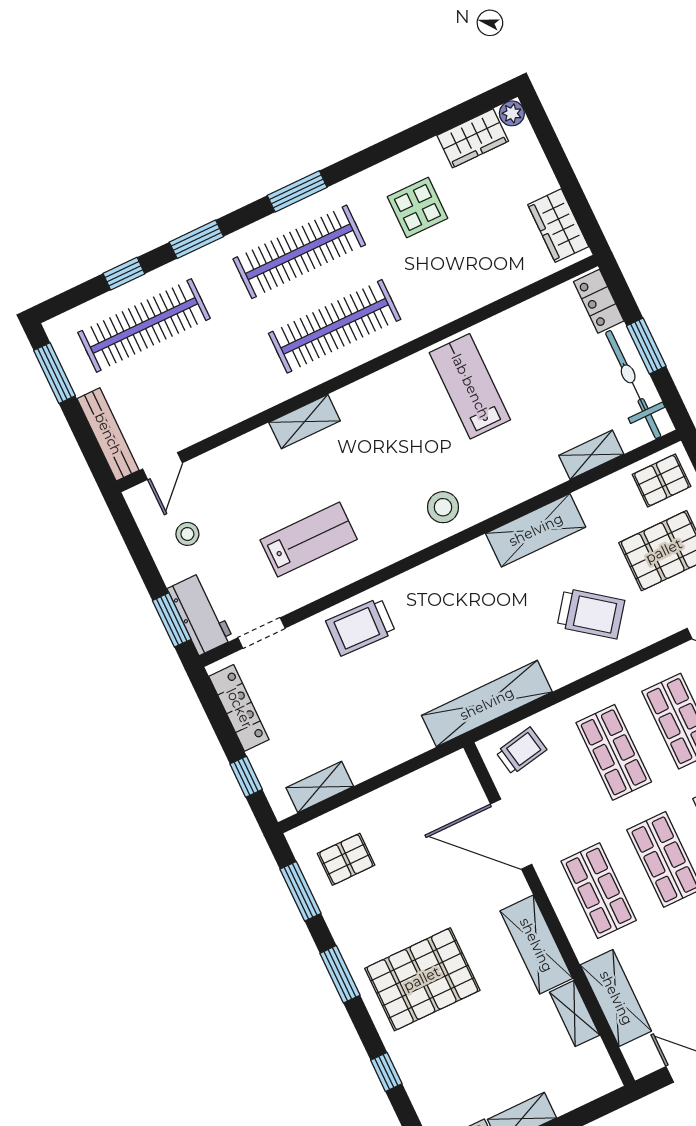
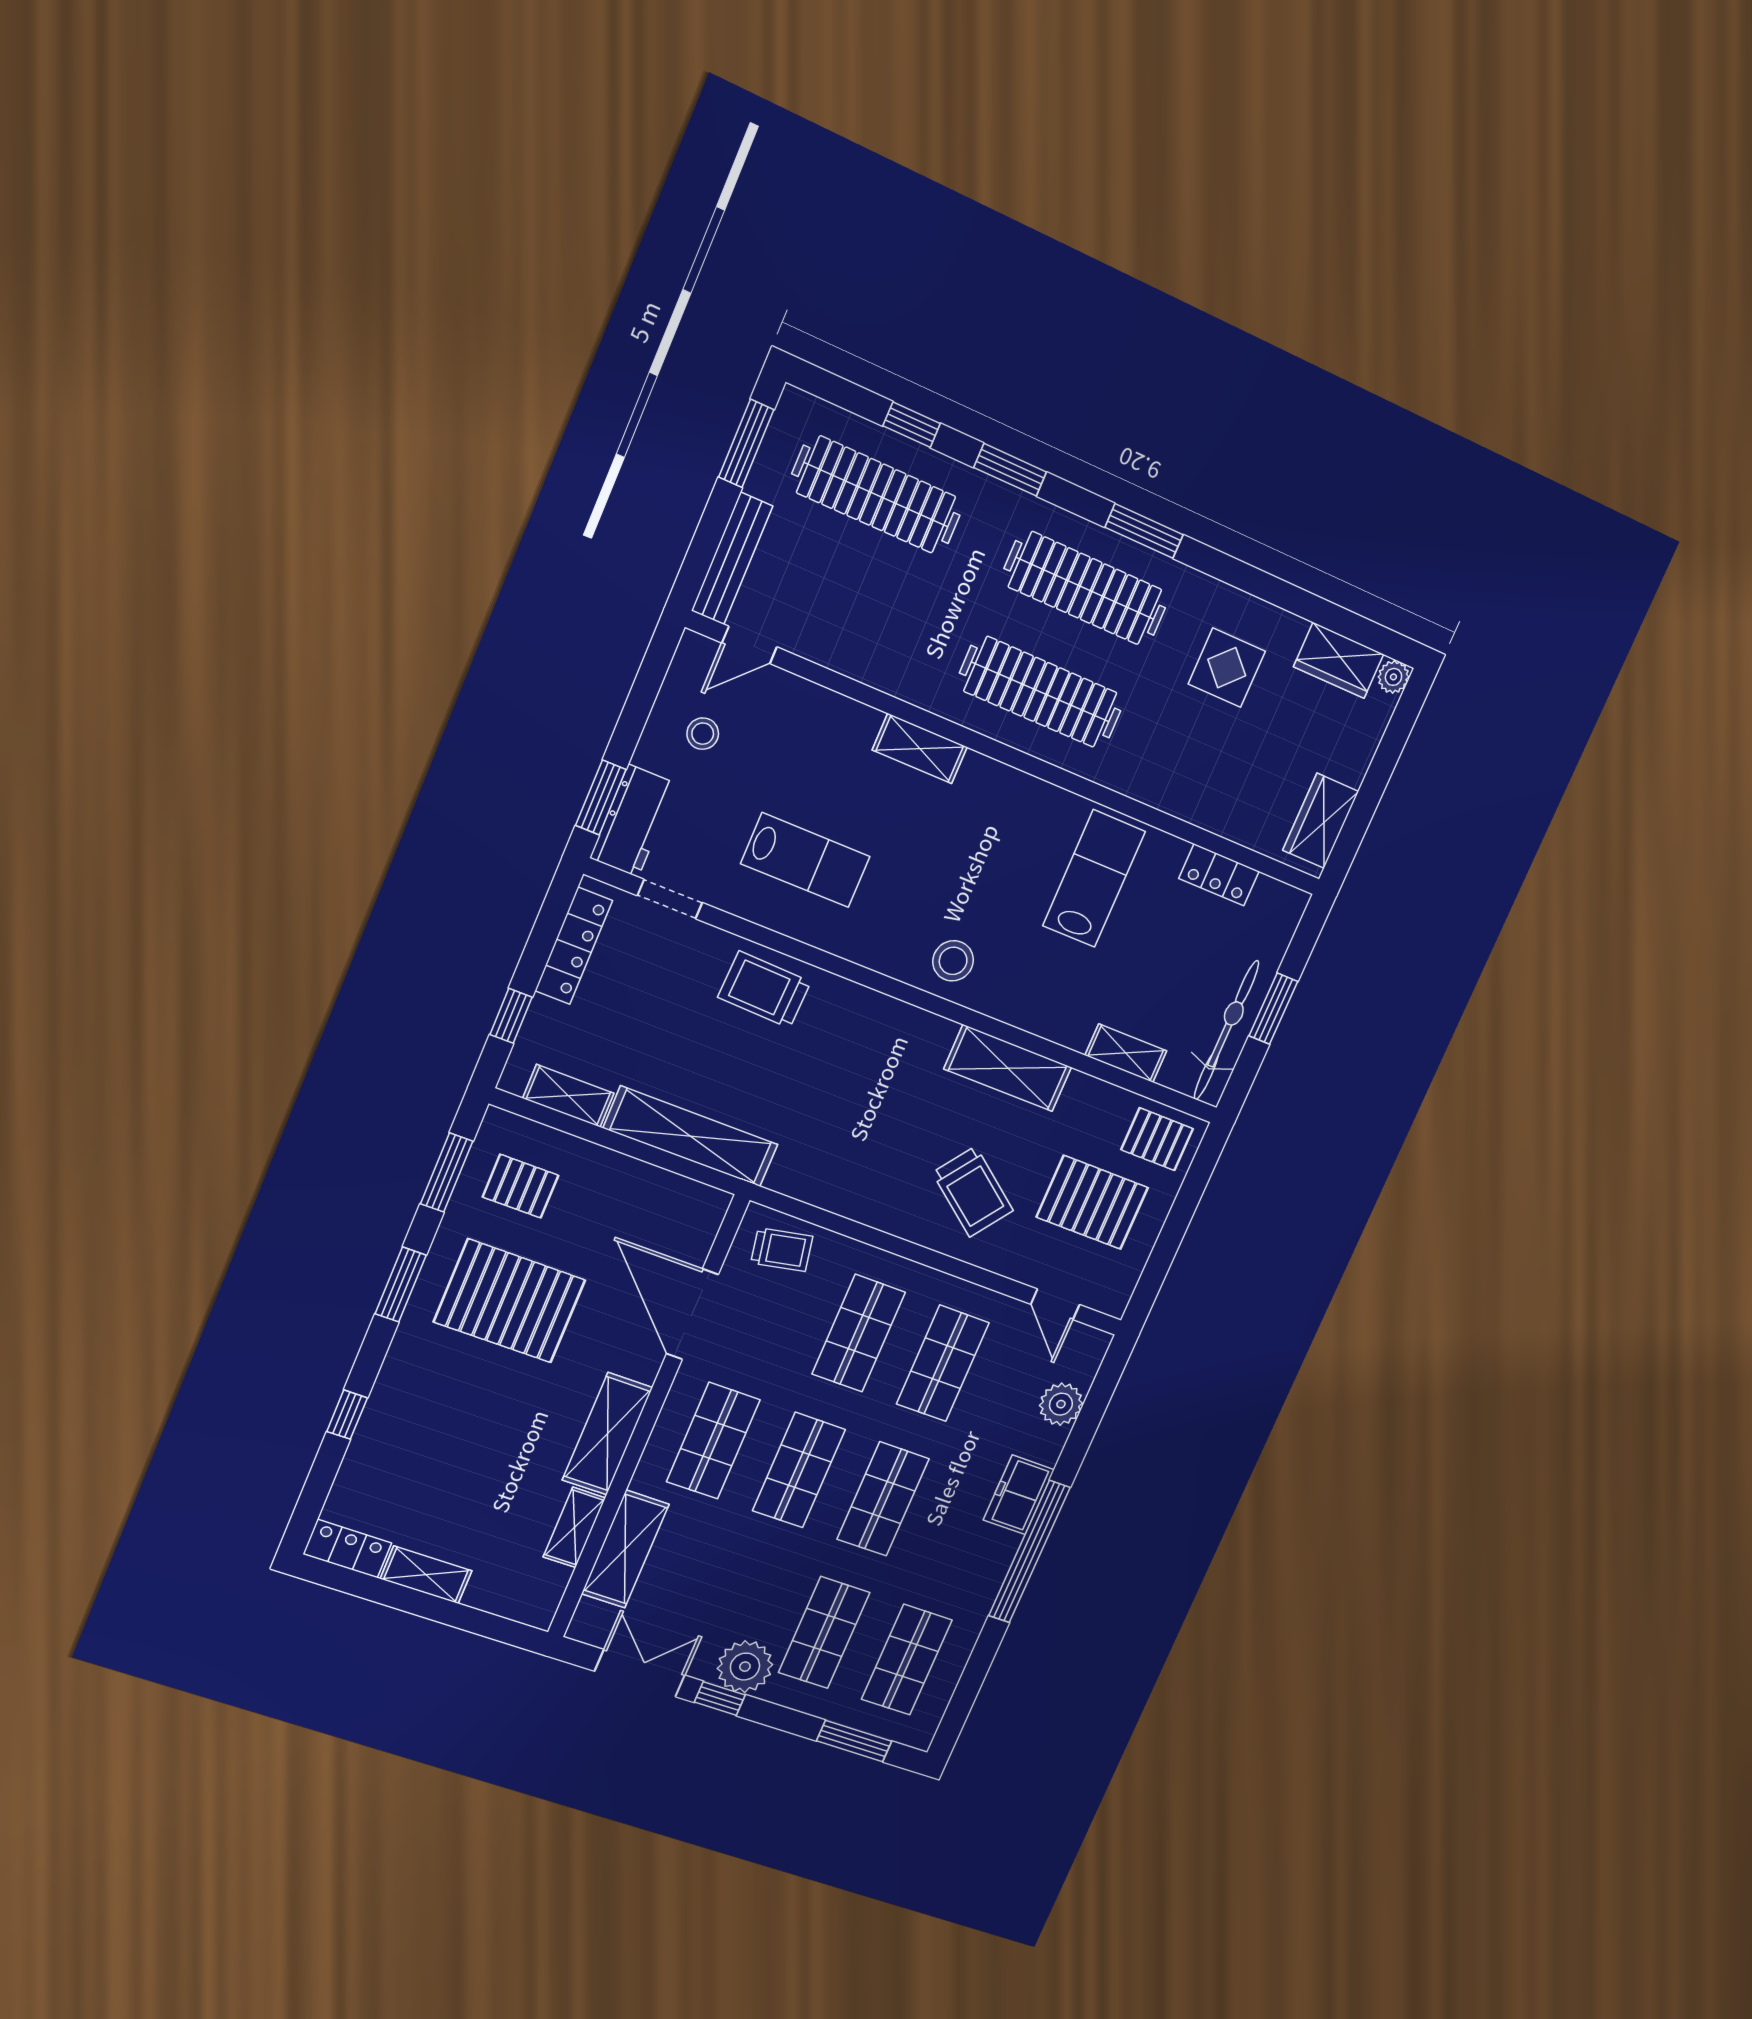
locker: (599, 301) -> (1219, 875), moved, turned -90
shelving: (487, 704) -> (691, 1136), moved
pallet: (422, 979) -> (510, 1301), moved

